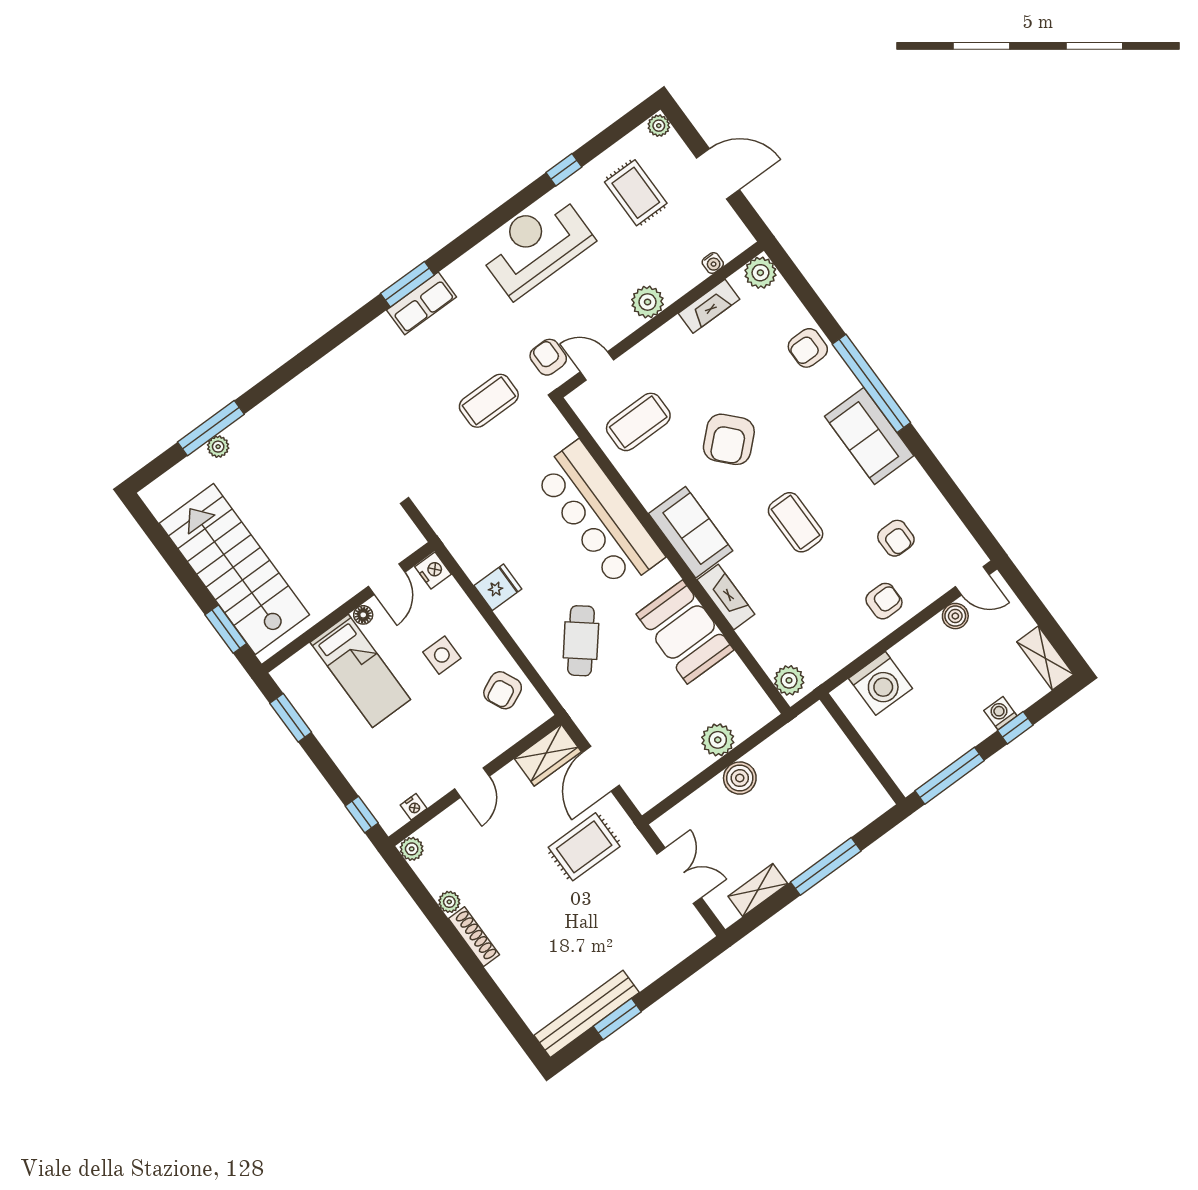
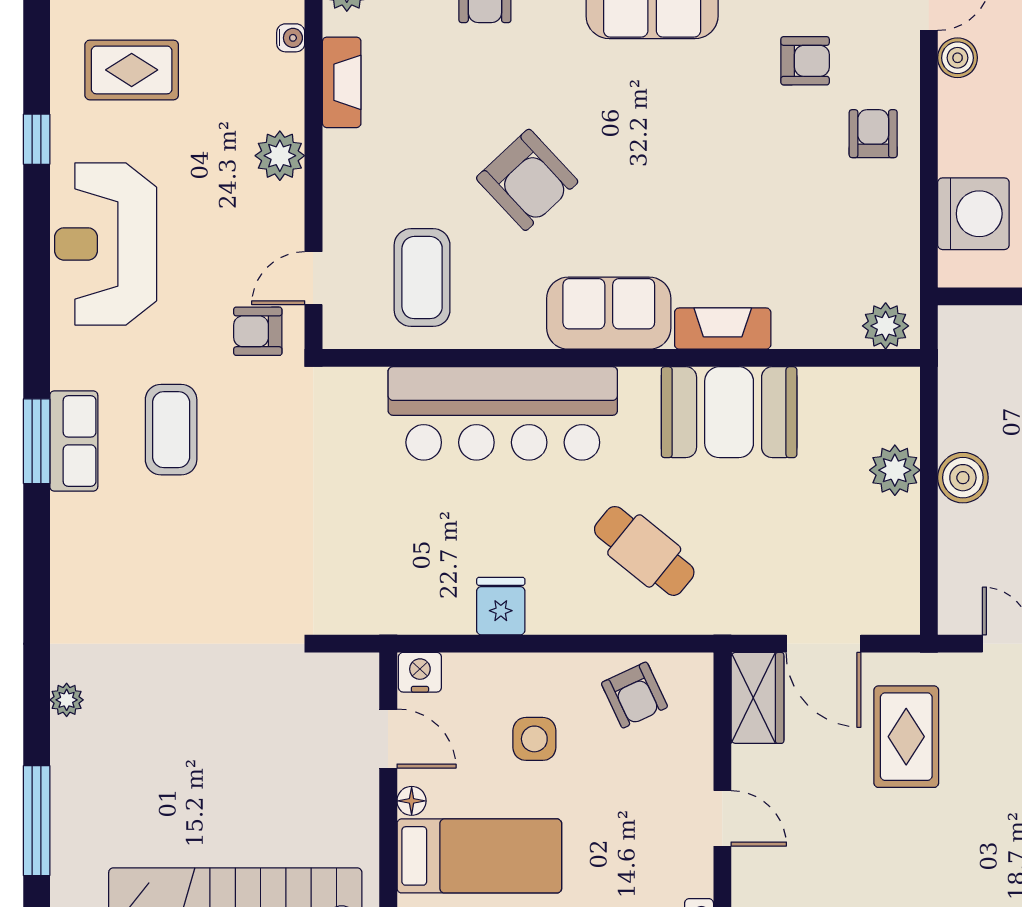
coffee table: (489, 401) -> (171, 430), moved
plant: (218, 447) -> (67, 700), moved
coffee table: (796, 522) -> (693, 172), removed

